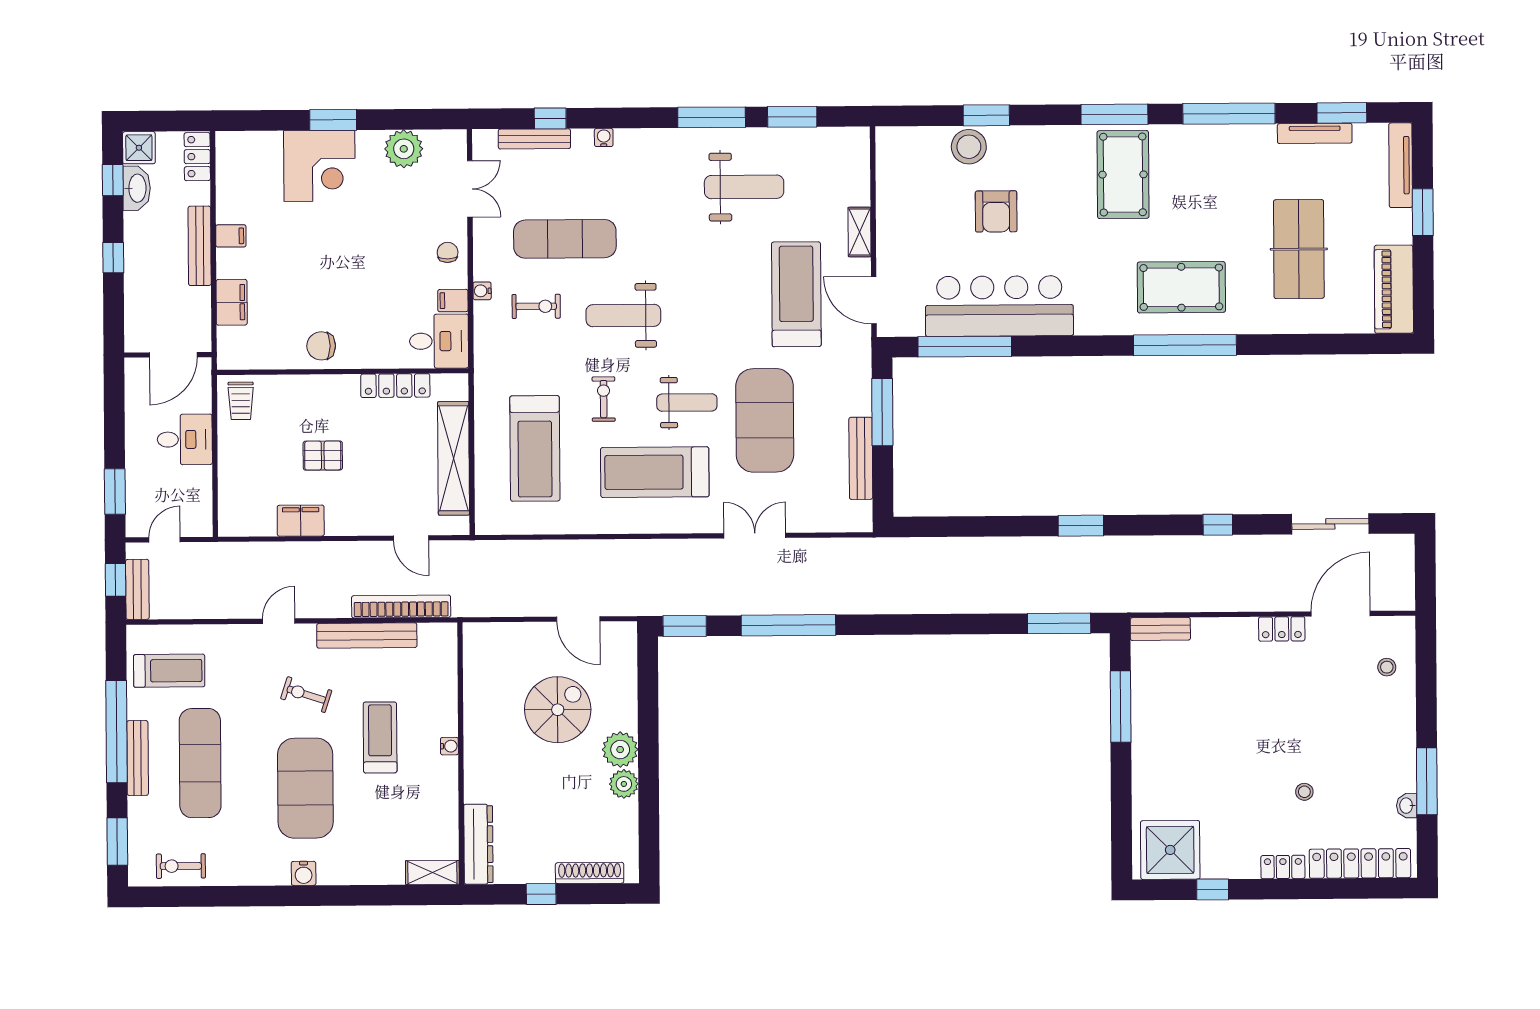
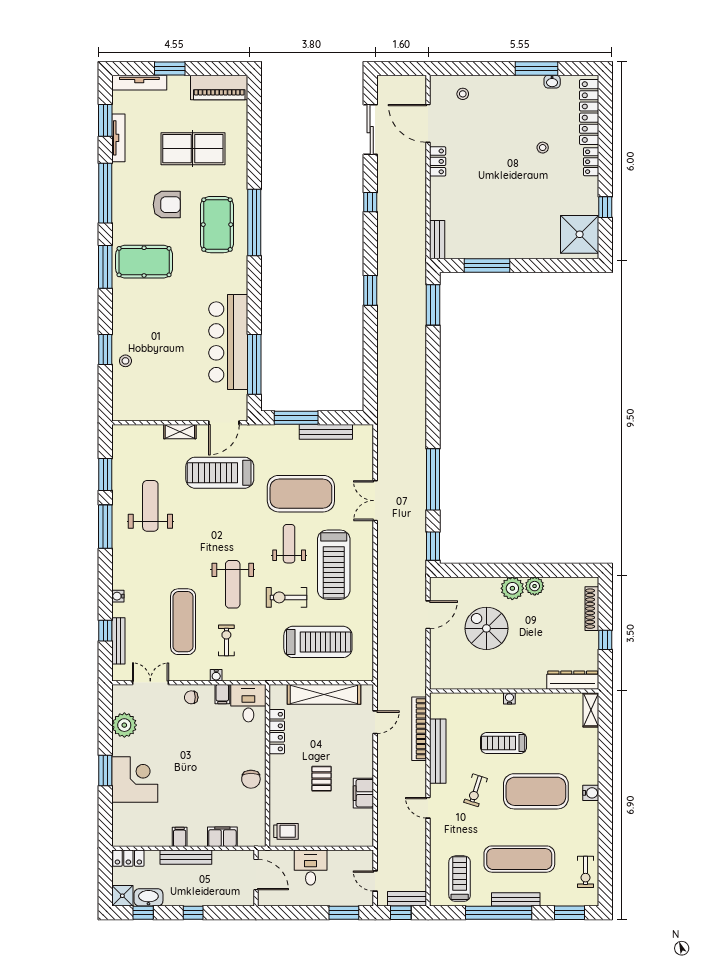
stool: (969, 147) -> (125, 361), width x0.53, depth x0.53
armchair: (996, 211) -> (167, 205), moved
exercise bike: (604, 399) -> (286, 597), width x1.38, depth x1.39

